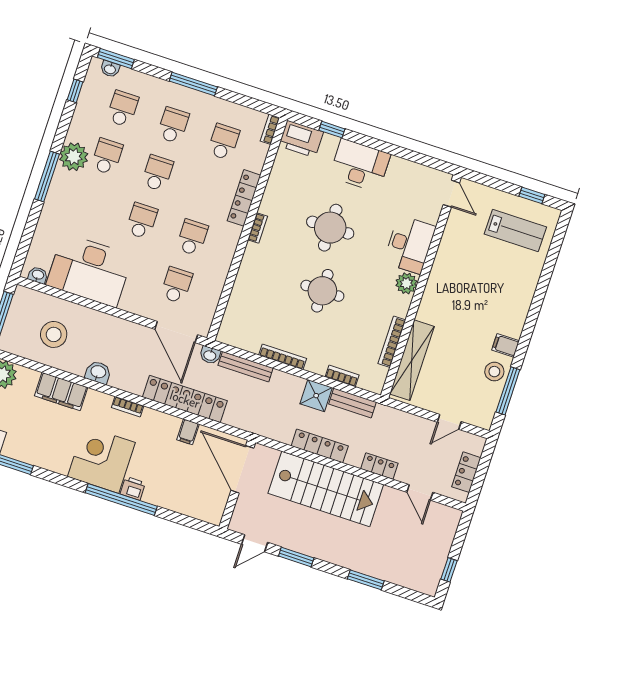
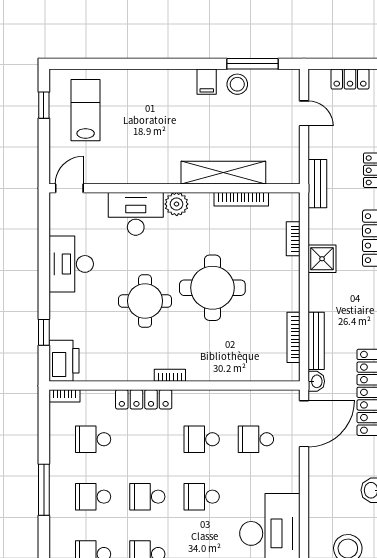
desk: (360, 165) -> (71, 264), moved
round table: (322, 291) -> (212, 288), width x1.36, depth x1.36
bookcase: (283, 357) -> (293, 337), moved
shelving: (412, 360) -> (223, 173), moved
bench: (352, 403) -> (317, 184), moved

